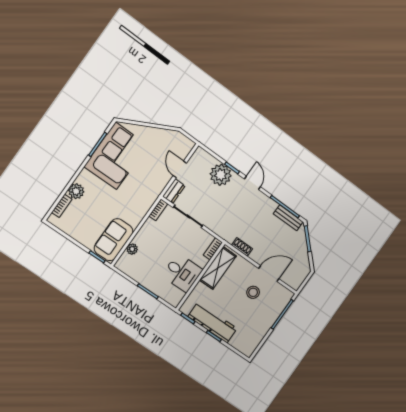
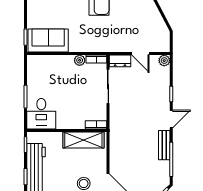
door: (180, 169) -> (140, 54), swing flipped
plant: (221, 175) -> (164, 61), moved, width x0.53, depth x0.53
bench: (288, 218) -> (164, 145), moved
shoe rack: (242, 247) -> (114, 148), removed
plant: (132, 249) -> (80, 60), moved
desk: (182, 273) -> (41, 114), moved

